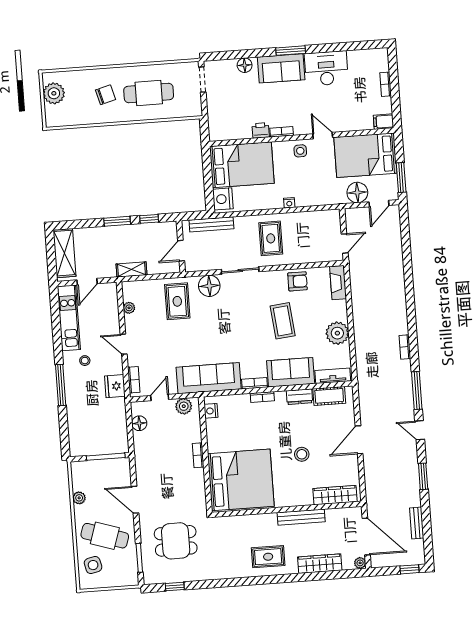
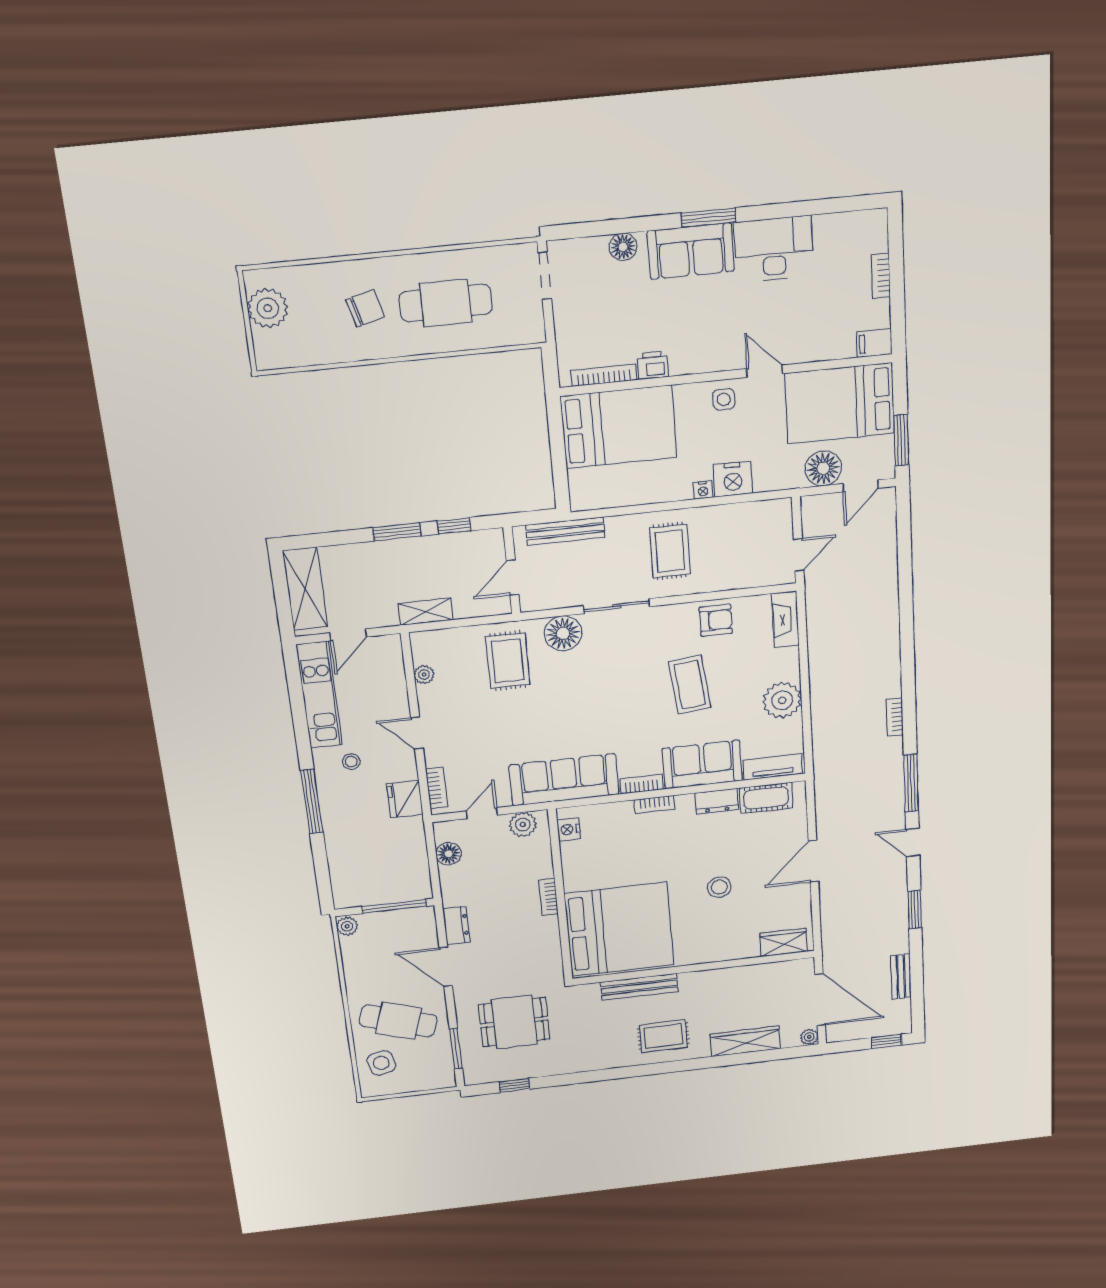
bookcase: (282, 132) -> (604, 375), moved, width x1.56
nightstand: (223, 199) -> (733, 479), moved, turned -90
dresser: (142, 472) -> (456, 925), added
wardrobe: (335, 495) -> (784, 942), width x0.67
plant: (79, 498) -> (347, 926), moved
bench: (301, 517) -> (639, 987), moved

